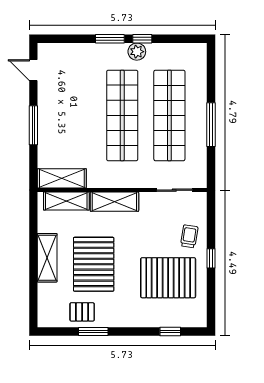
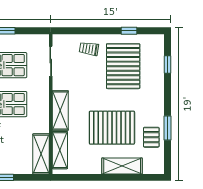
shelving: (47, 258) -> (122, 166), moved
window: (211, 258) -> (129, 31), moved

